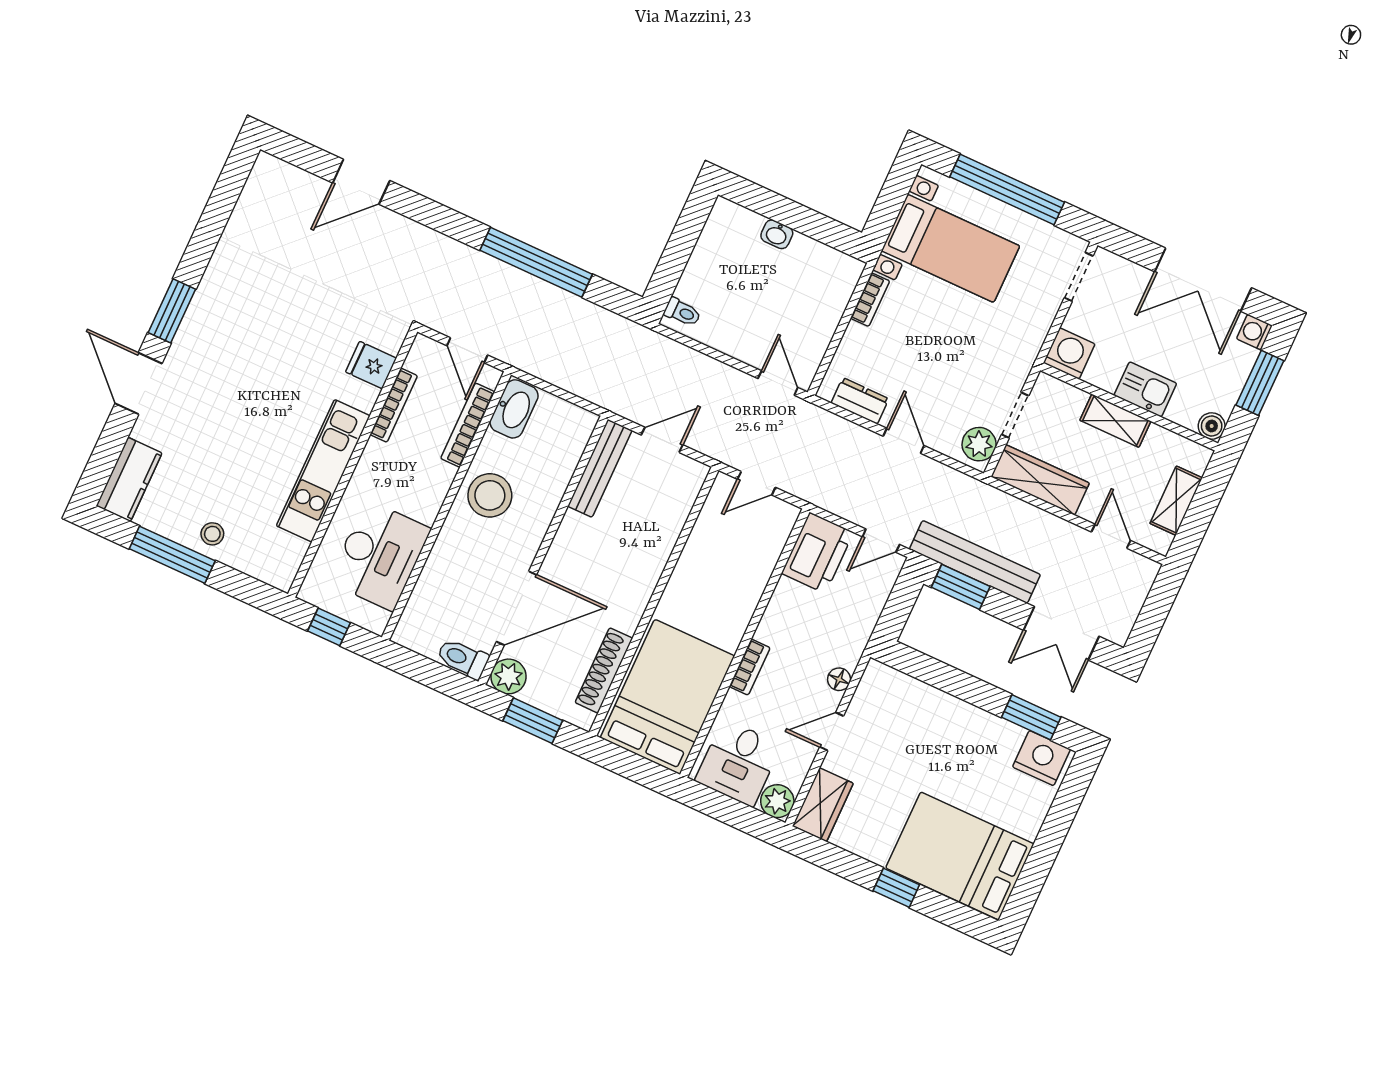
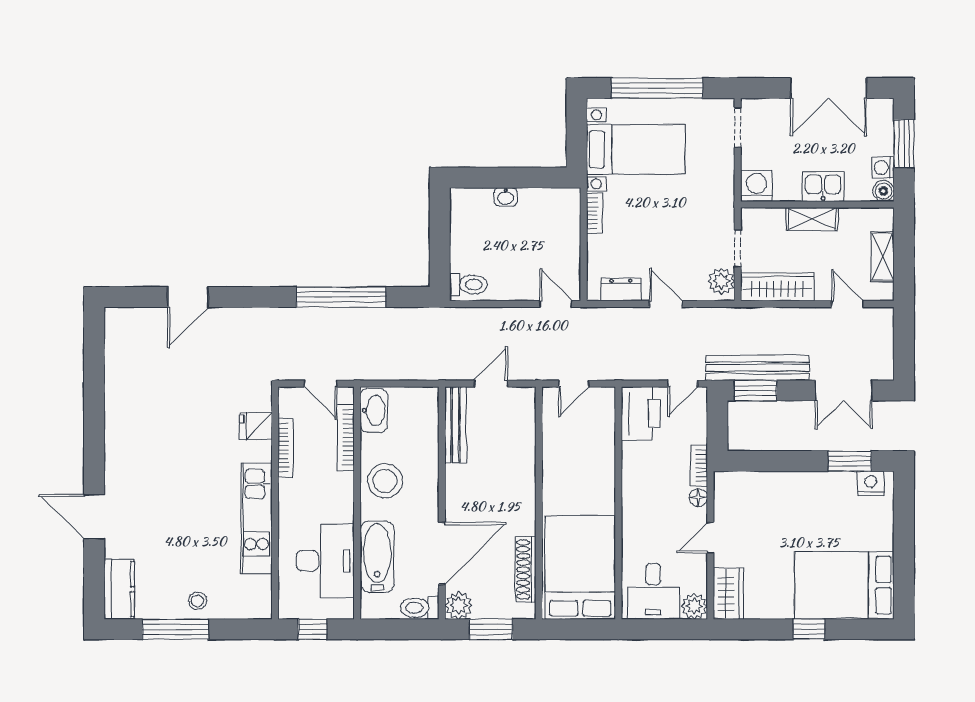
window: (172, 311) -> (94, 453), removed
toilet: (682, 312) -> (469, 285), width x1.37, depth x1.39
washing machine: (1254, 332) -> (883, 168), moved
bathtub: (441, 578) -> (377, 557), added
bookcase: (750, 667) -> (699, 466), moved, turned 180
nightstand: (1041, 758) -> (871, 483), width x0.74, depth x0.75

